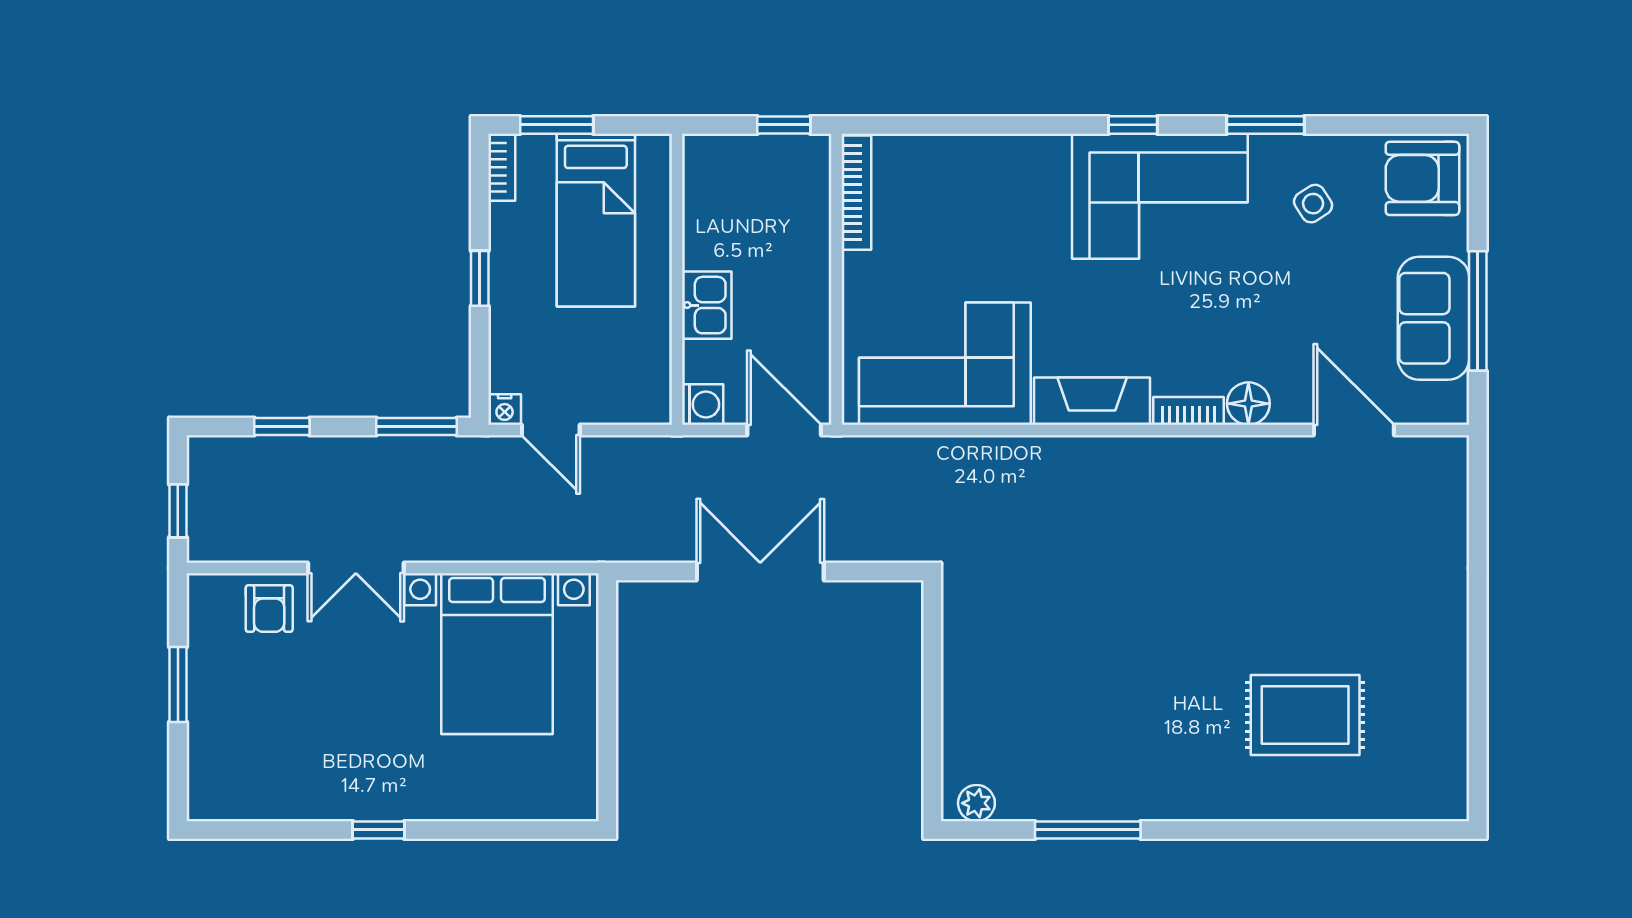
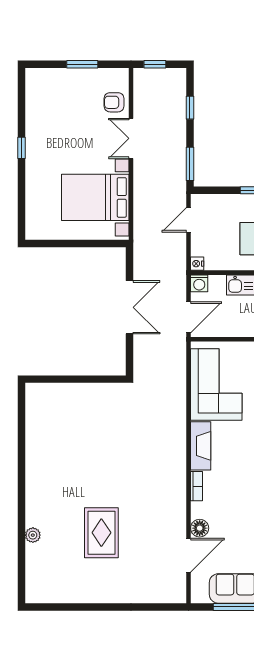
floor lamp: (1248, 404) -> (200, 528), moved
nightstand: (505, 410) -> (197, 264), moved
rug: (1305, 715) -> (101, 533), moved
plant: (976, 803) -> (33, 535), moved
window: (1088, 830) -> (22, 444), removed

